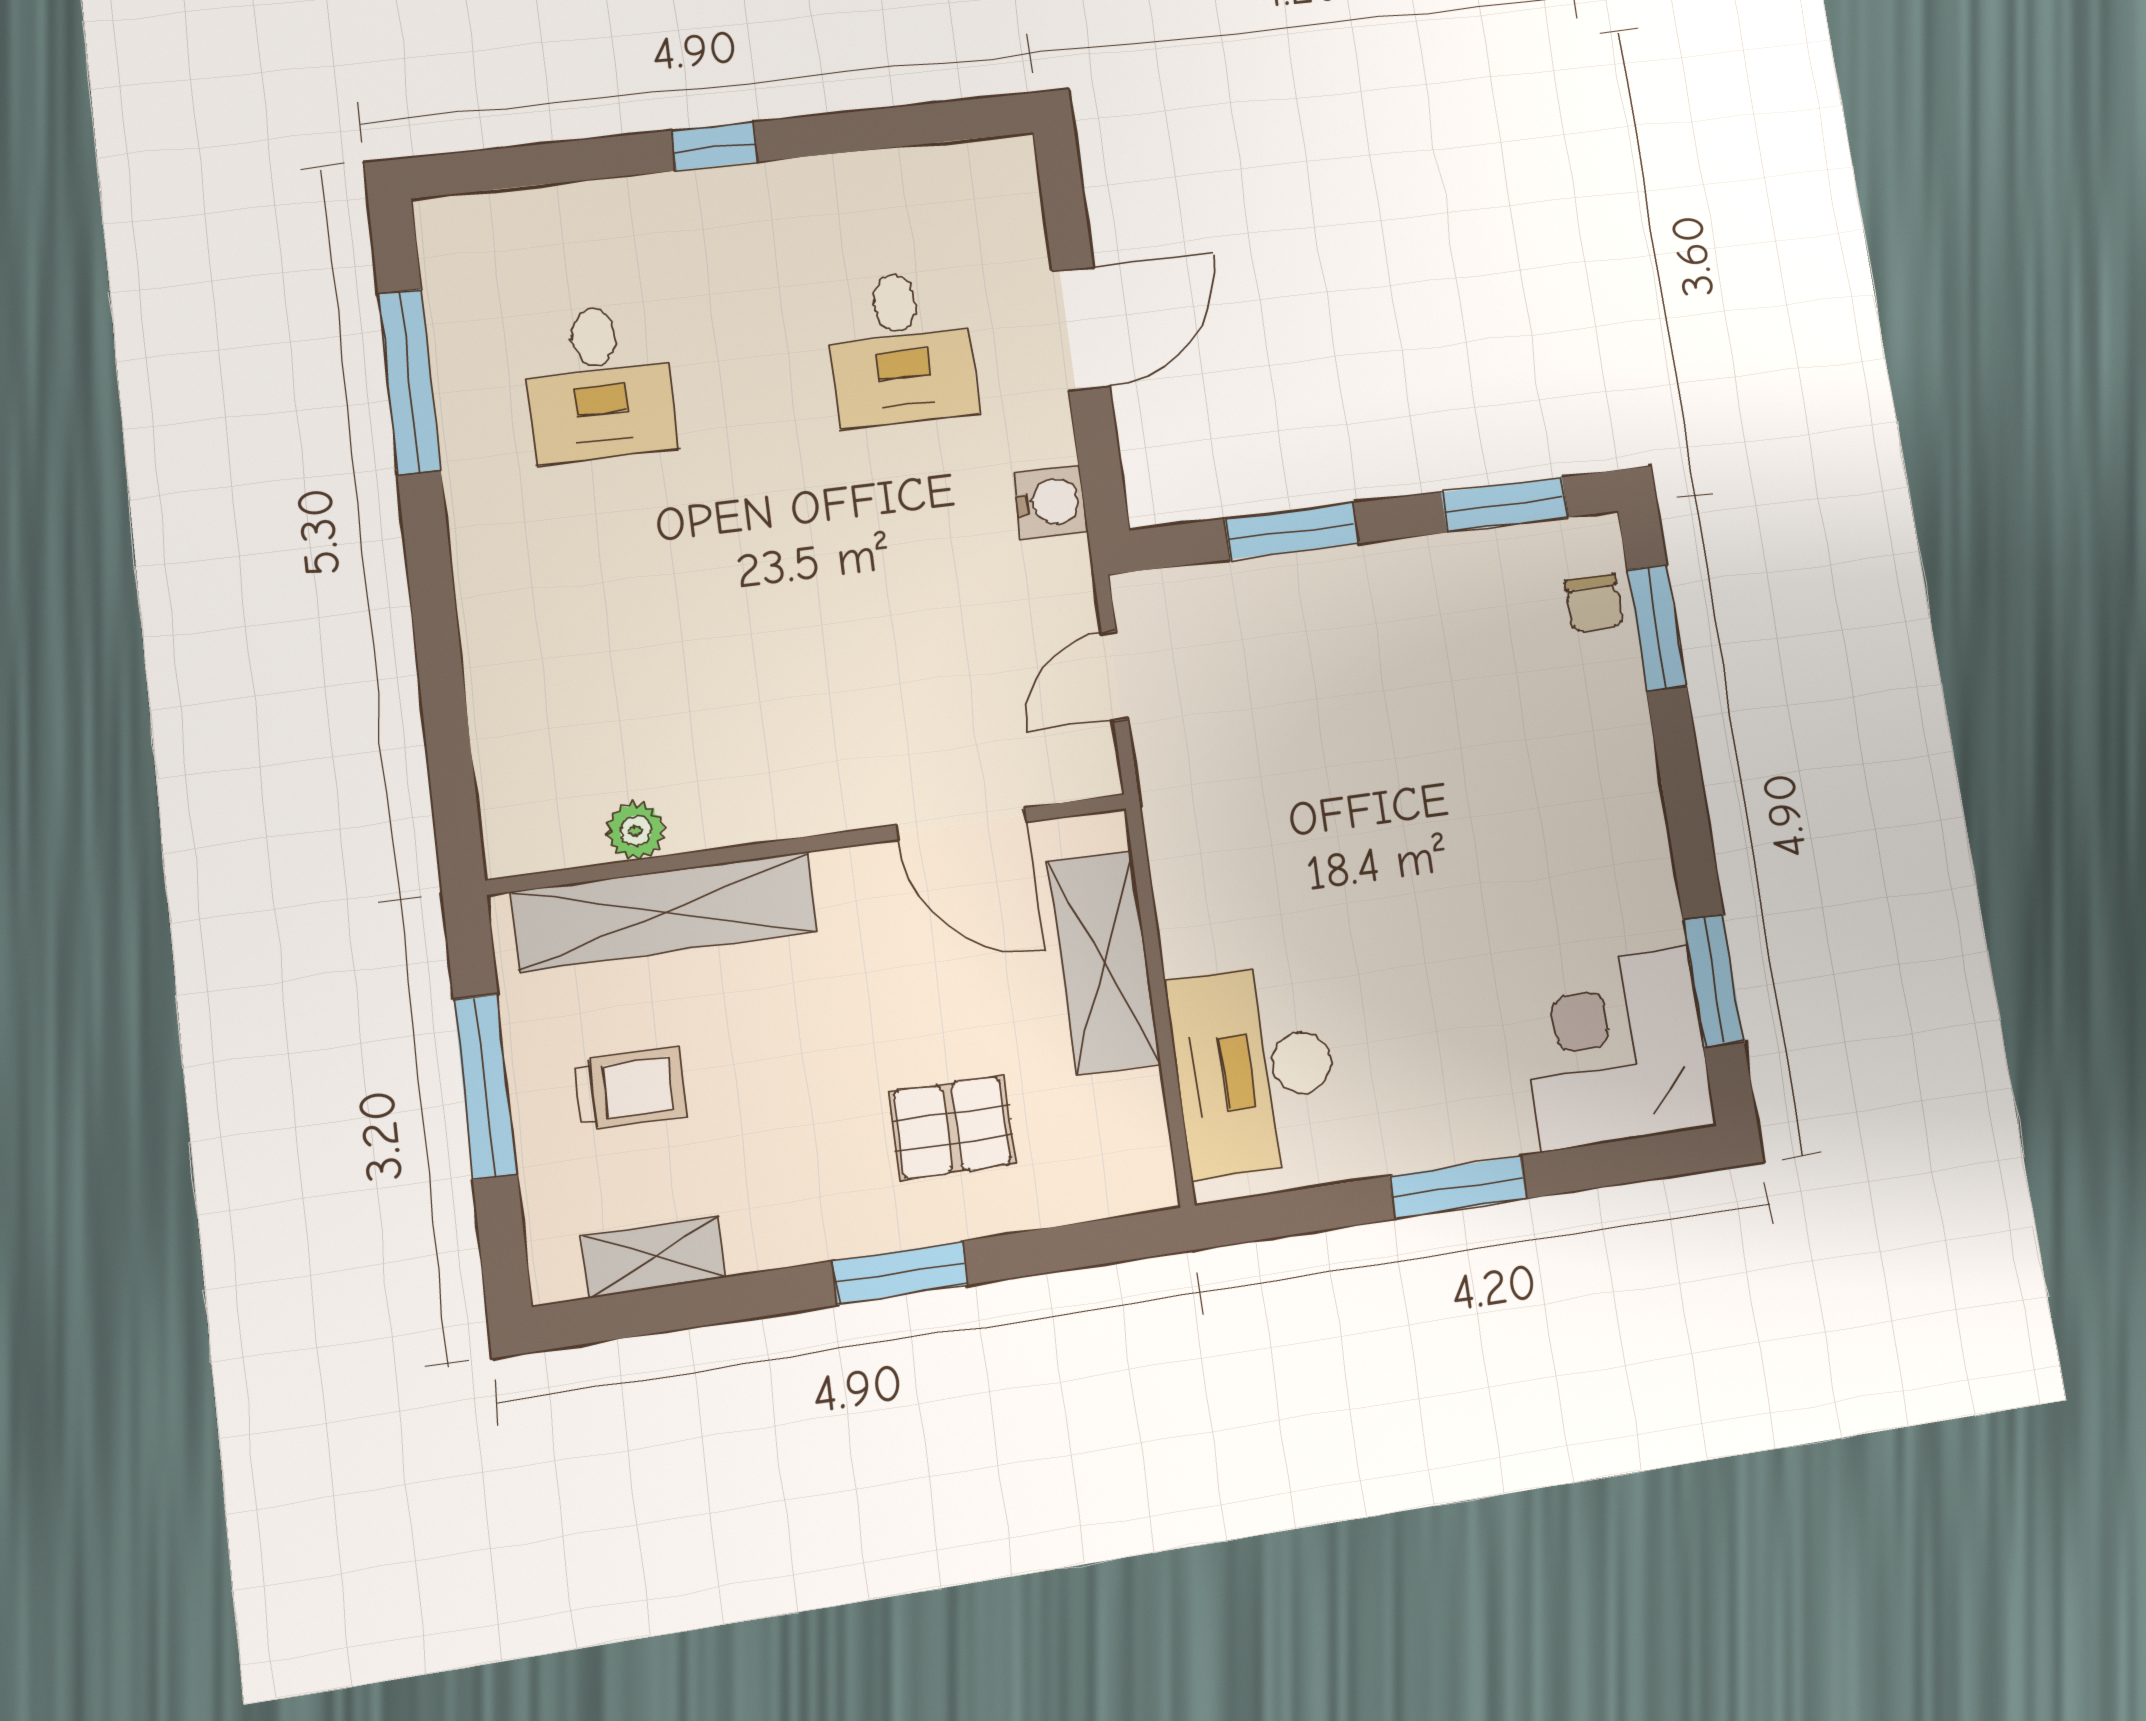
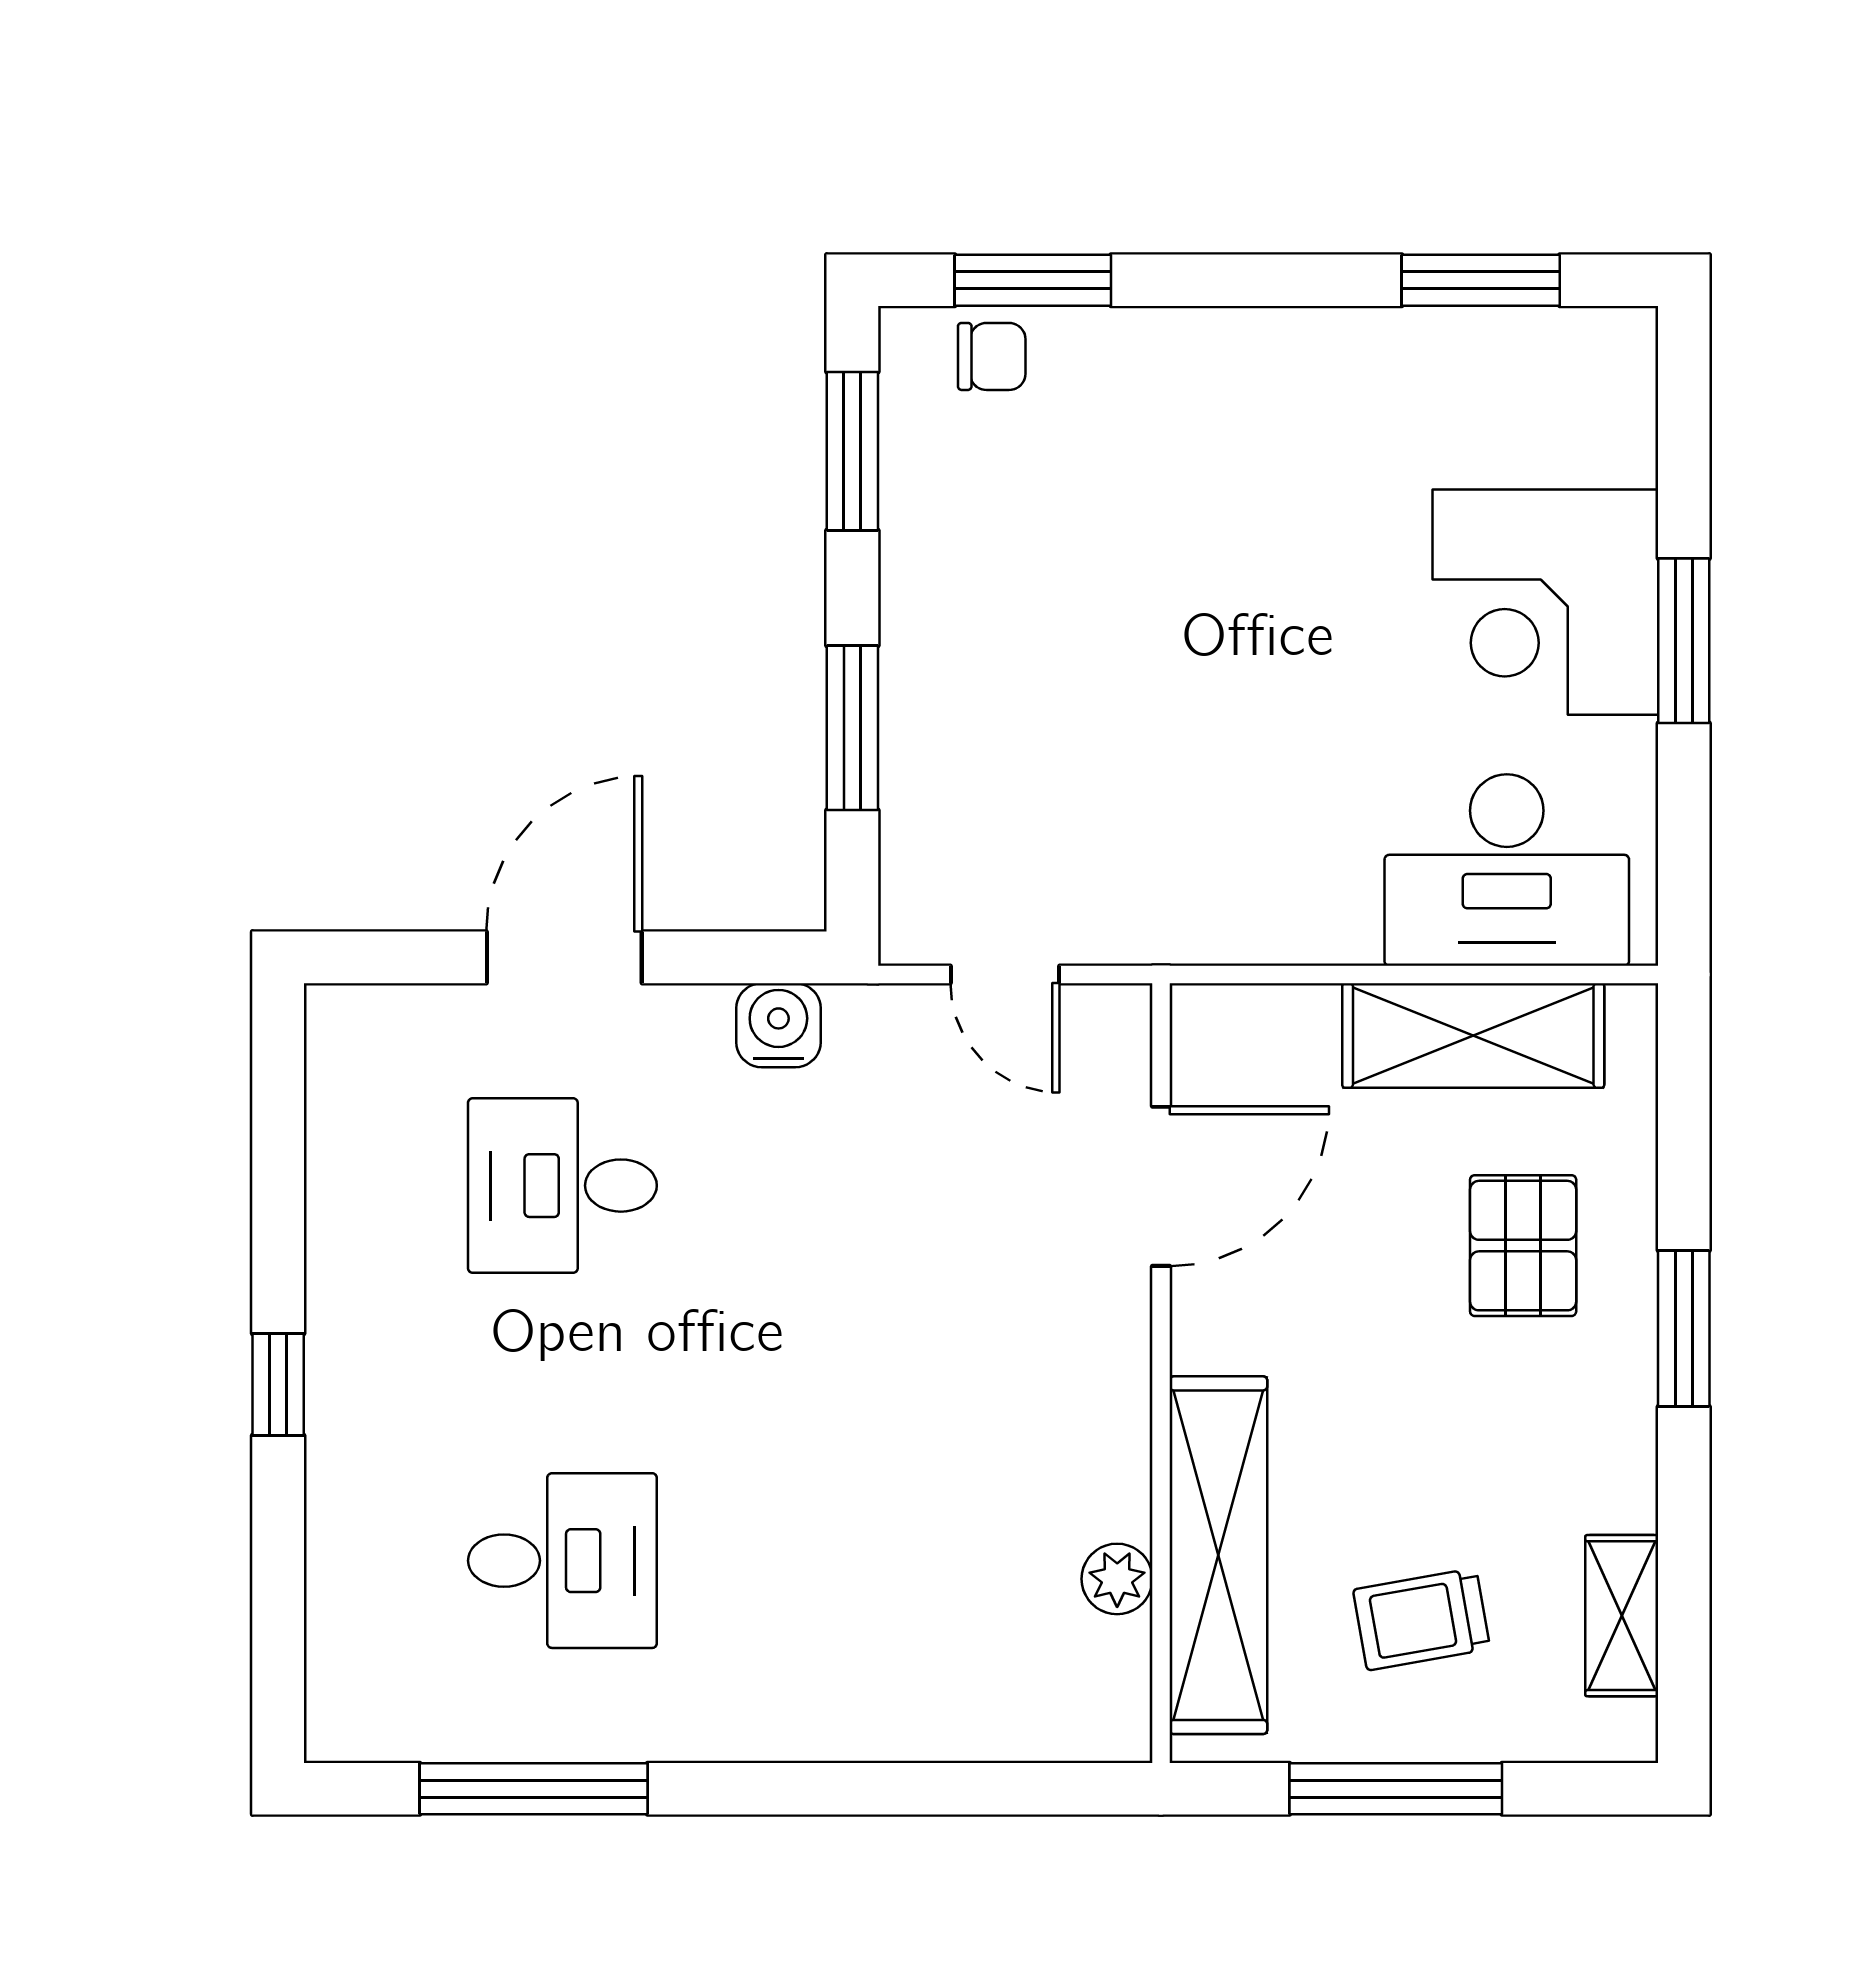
door: (1081, 329) -> (564, 957), hinge flipped
desk: (901, 348) -> (562, 1186), turned 180
shelving: (1104, 962) -> (1473, 1035), moved
corner desk: (1615, 1048) -> (1545, 602), moved
trolley: (631, 1088) -> (1422, 1619), turned -100

